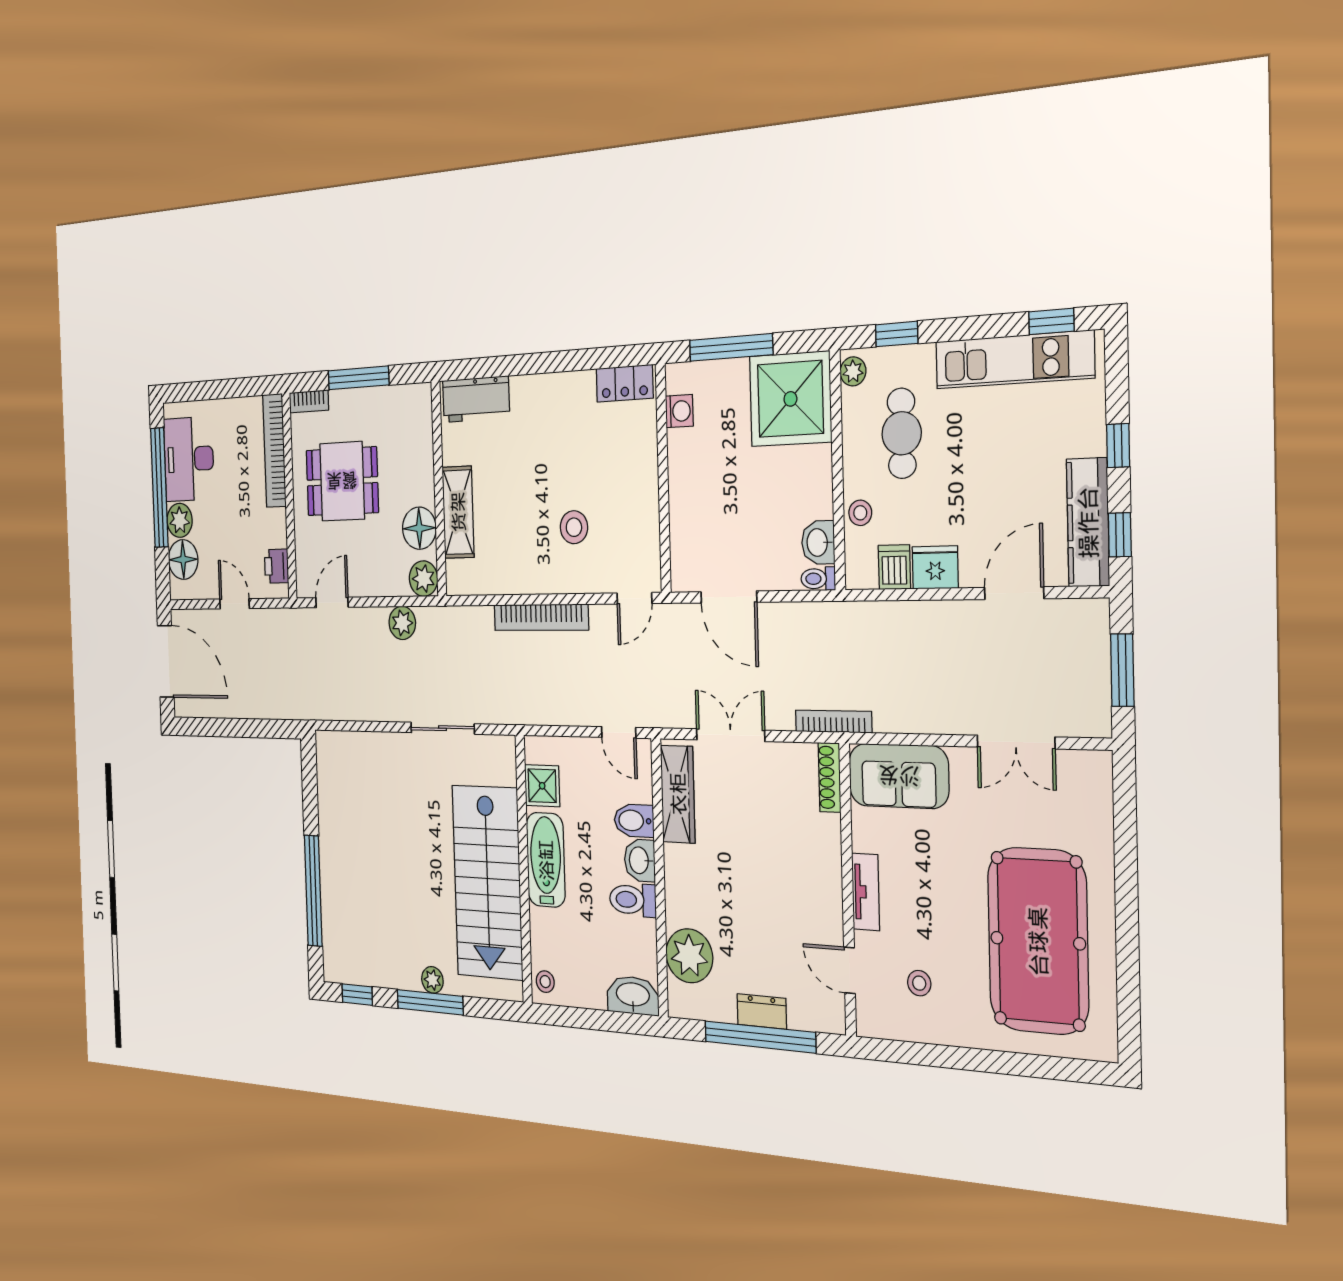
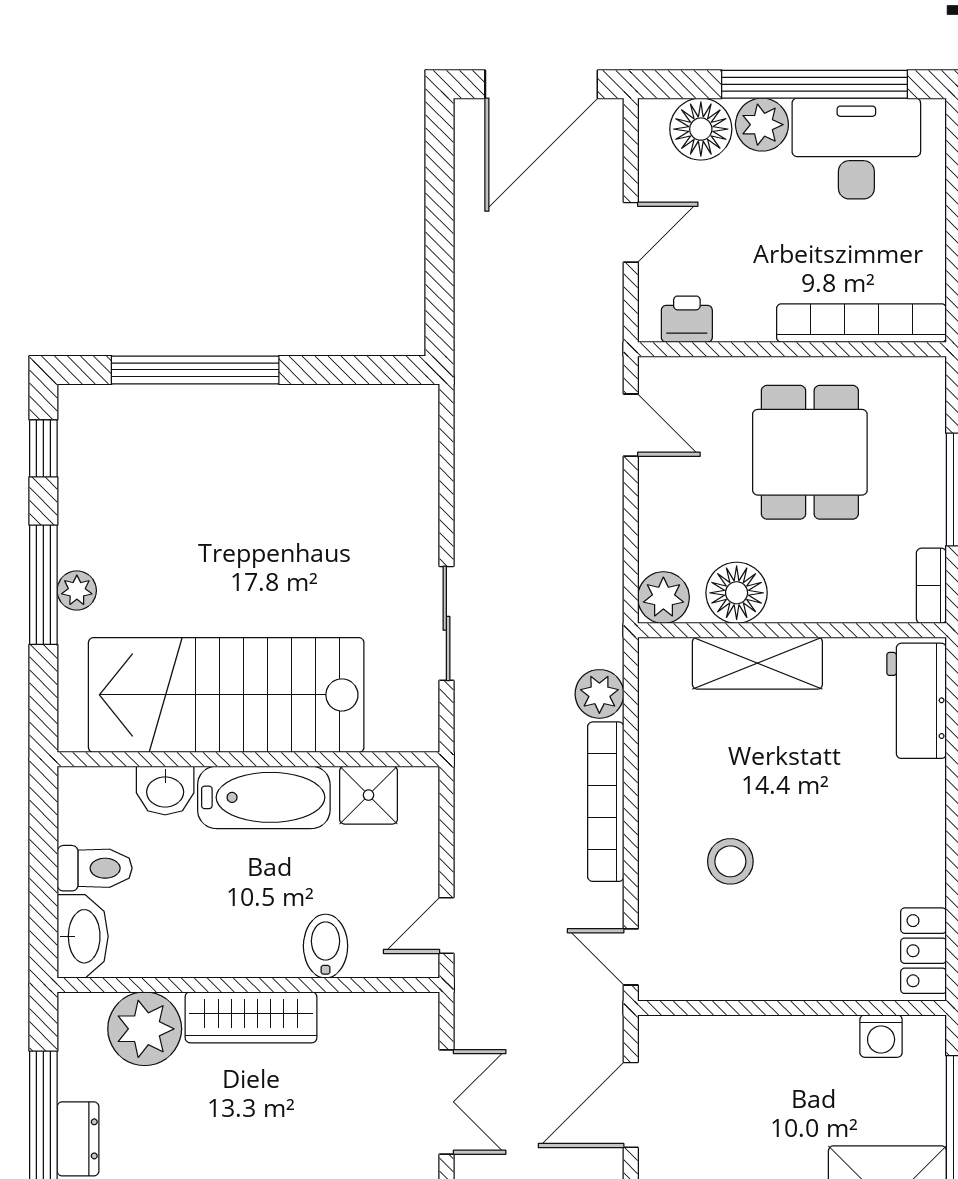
bookcase: (309, 401) -> (931, 586), moved
plant: (402, 623) -> (599, 694), moved
wardrobe: (678, 794) -> (251, 1017), moved
washbasin: (640, 860) -> (165, 791), moved, turned 180
toilet: (633, 900) -> (95, 868), moved, turned 90
stool: (545, 982) -> (90, 790), removed

